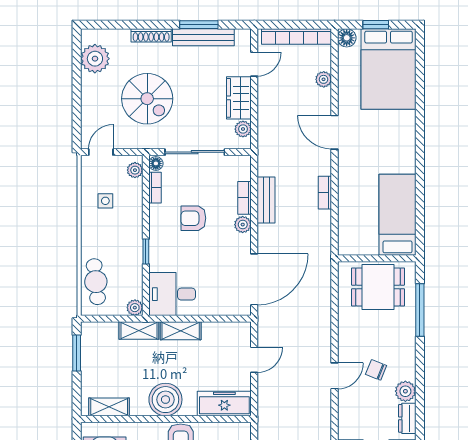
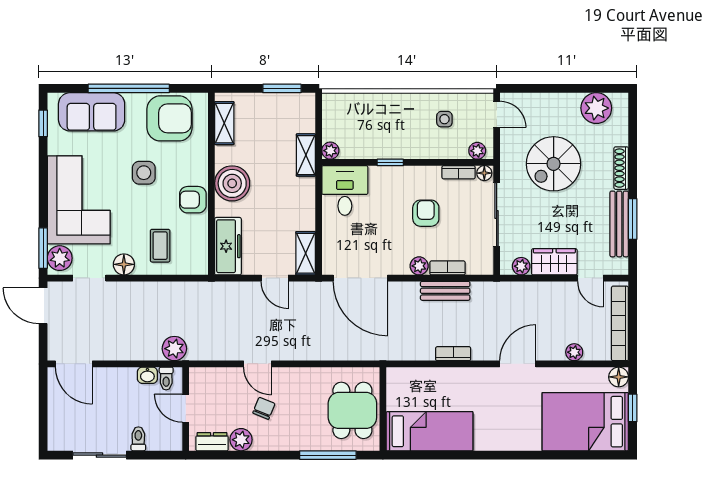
cafe table: (96, 282) -> (358, 109), removed
shelving: (181, 331) -> (306, 253), moved

